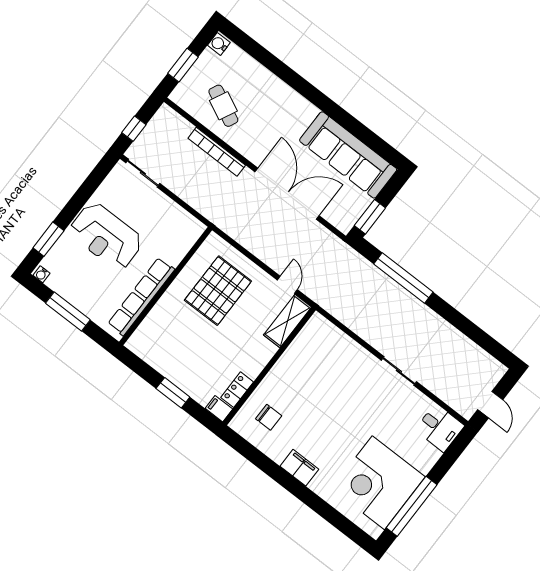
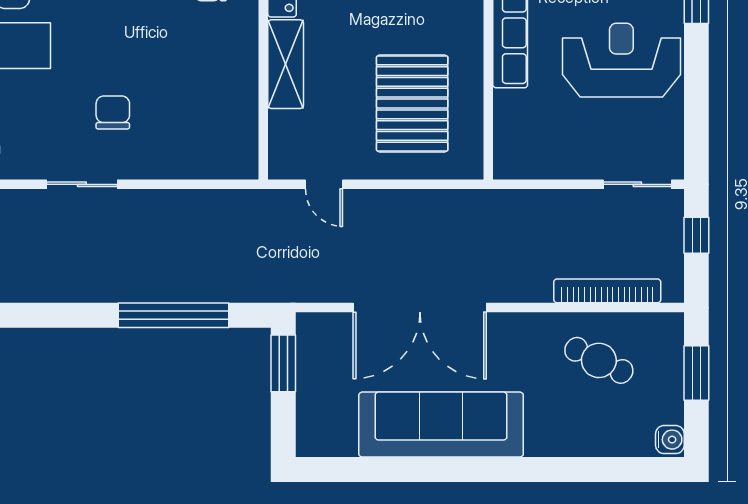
bookcase: (217, 152) -> (607, 291), moved
sofa: (348, 155) -> (441, 425), moved
shelving: (288, 321) -> (286, 64), moved
chair: (359, 393) -> (113, 112), added

